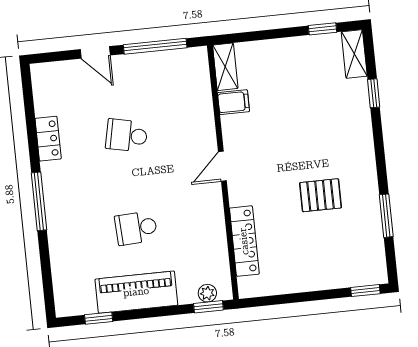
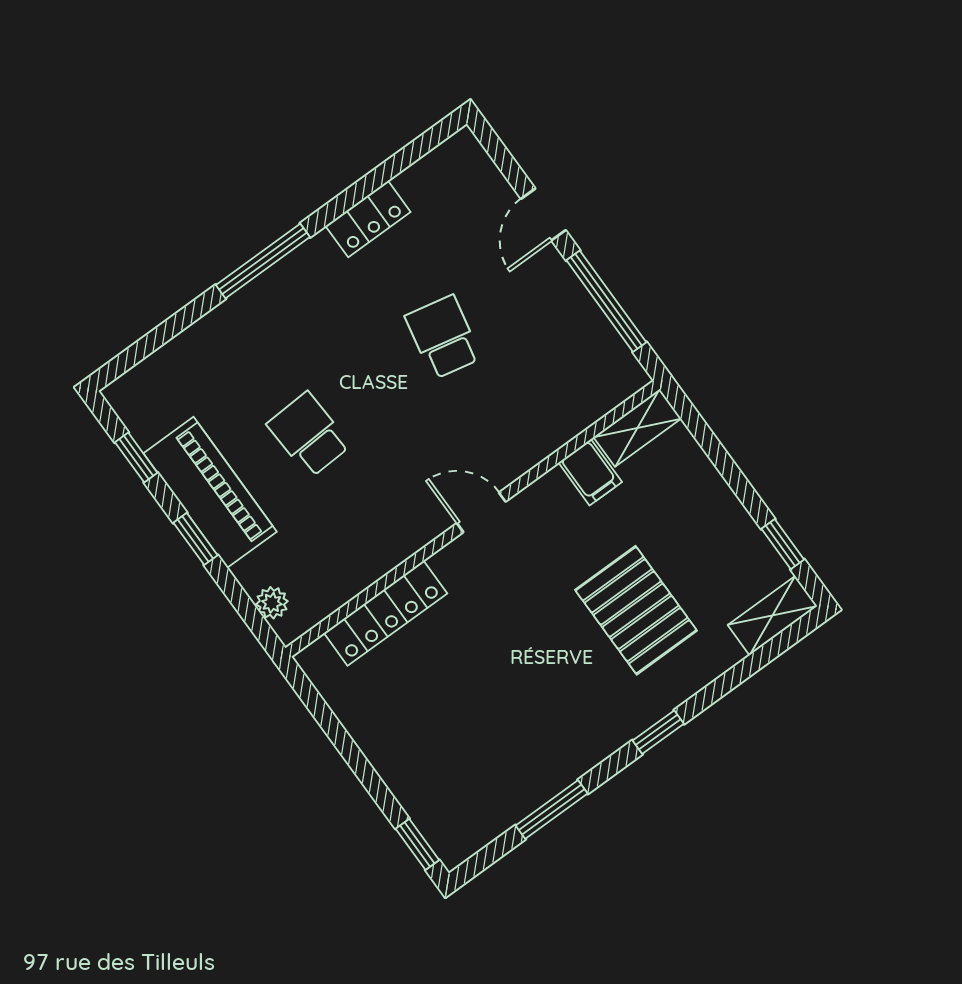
window: (374, 93) -> (658, 732), moved
pallet: (321, 195) -> (636, 610), moved, width x1.50, depth x1.42
window: (208, 307) -> (195, 539), moved

